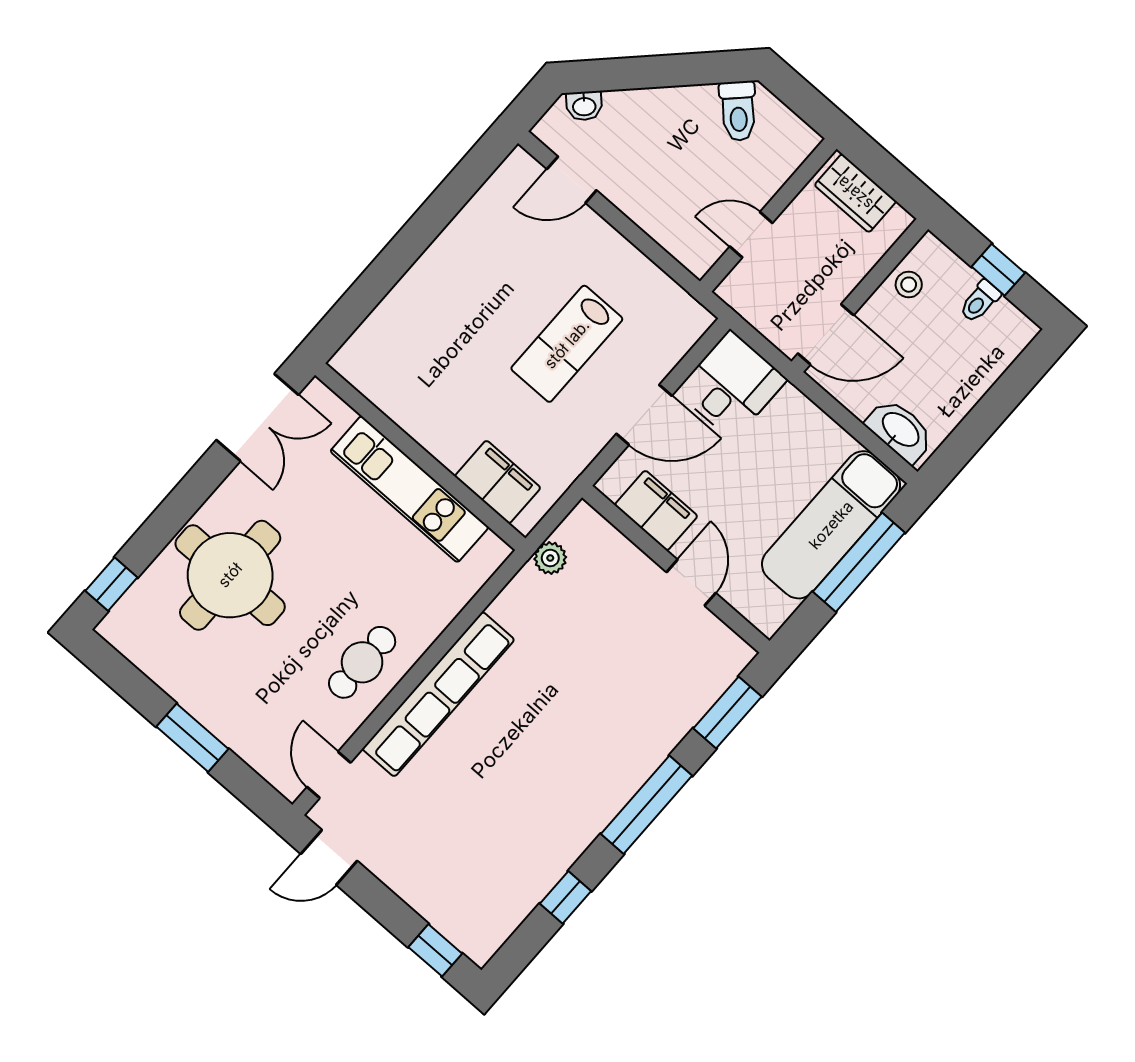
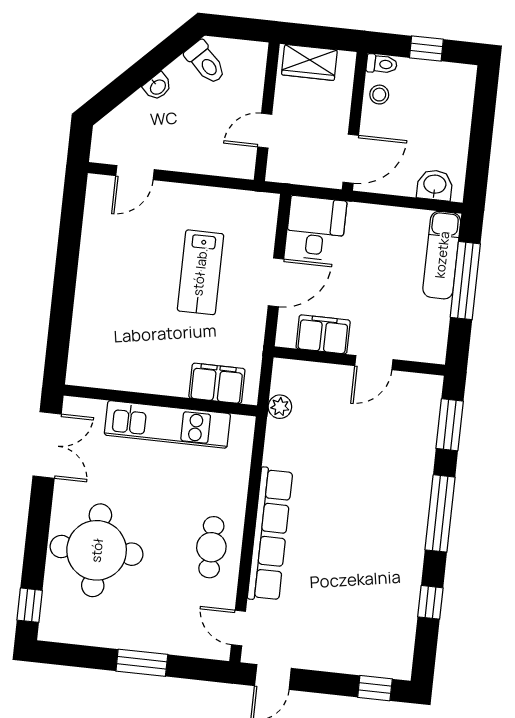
washbasin: (584, 106) -> (158, 87), moved
toilet: (980, 301) -> (382, 64), moved, turned -90
washbasin: (900, 430) -> (435, 185), width x0.72
exam couch: (831, 525) -> (442, 255), width x0.73, depth x0.69
door: (691, 583) -> (374, 363), swing flipped

